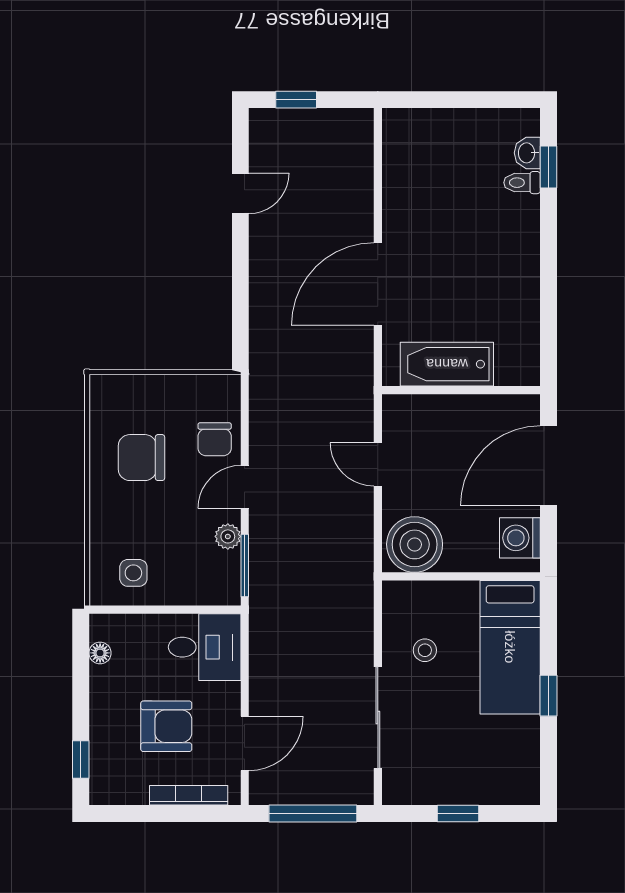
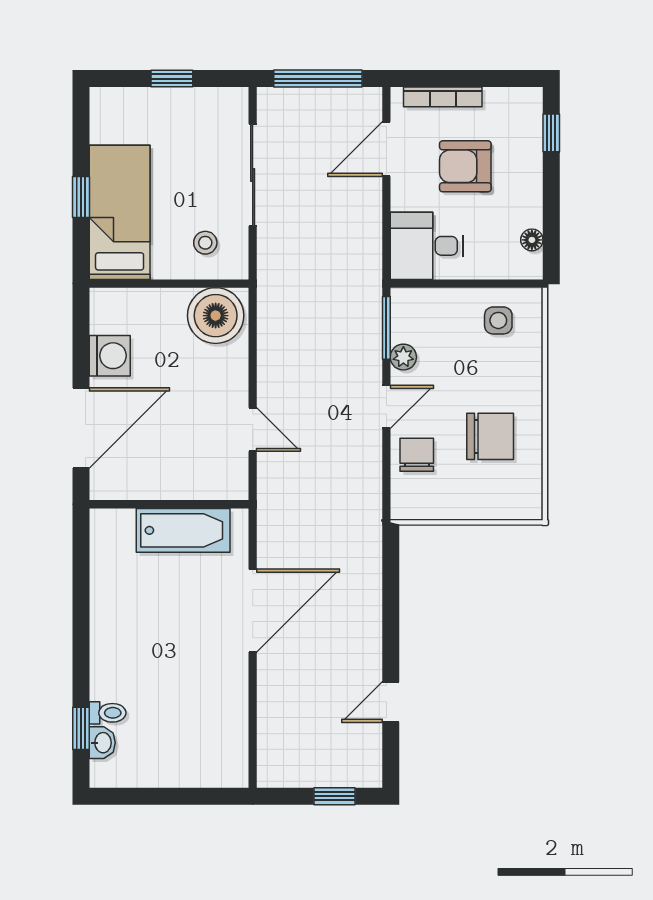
boiler: (415, 544) -> (216, 316), moved
wall: (461, 576) -> (169, 284), moved
bed: (510, 647) -> (120, 212), moved

